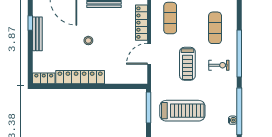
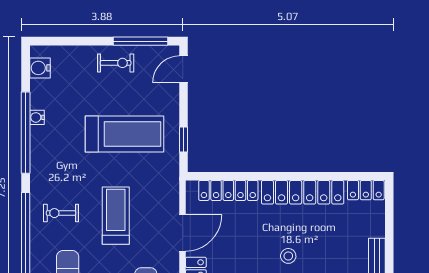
locker: (123, 78) -> (228, 190), added
window: (148, 108) -> (184, 139), width x0.46
treadmill: (182, 111) -> (125, 134), turned 180

